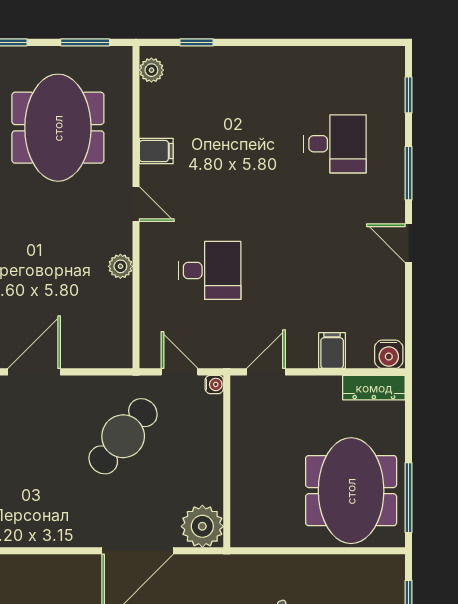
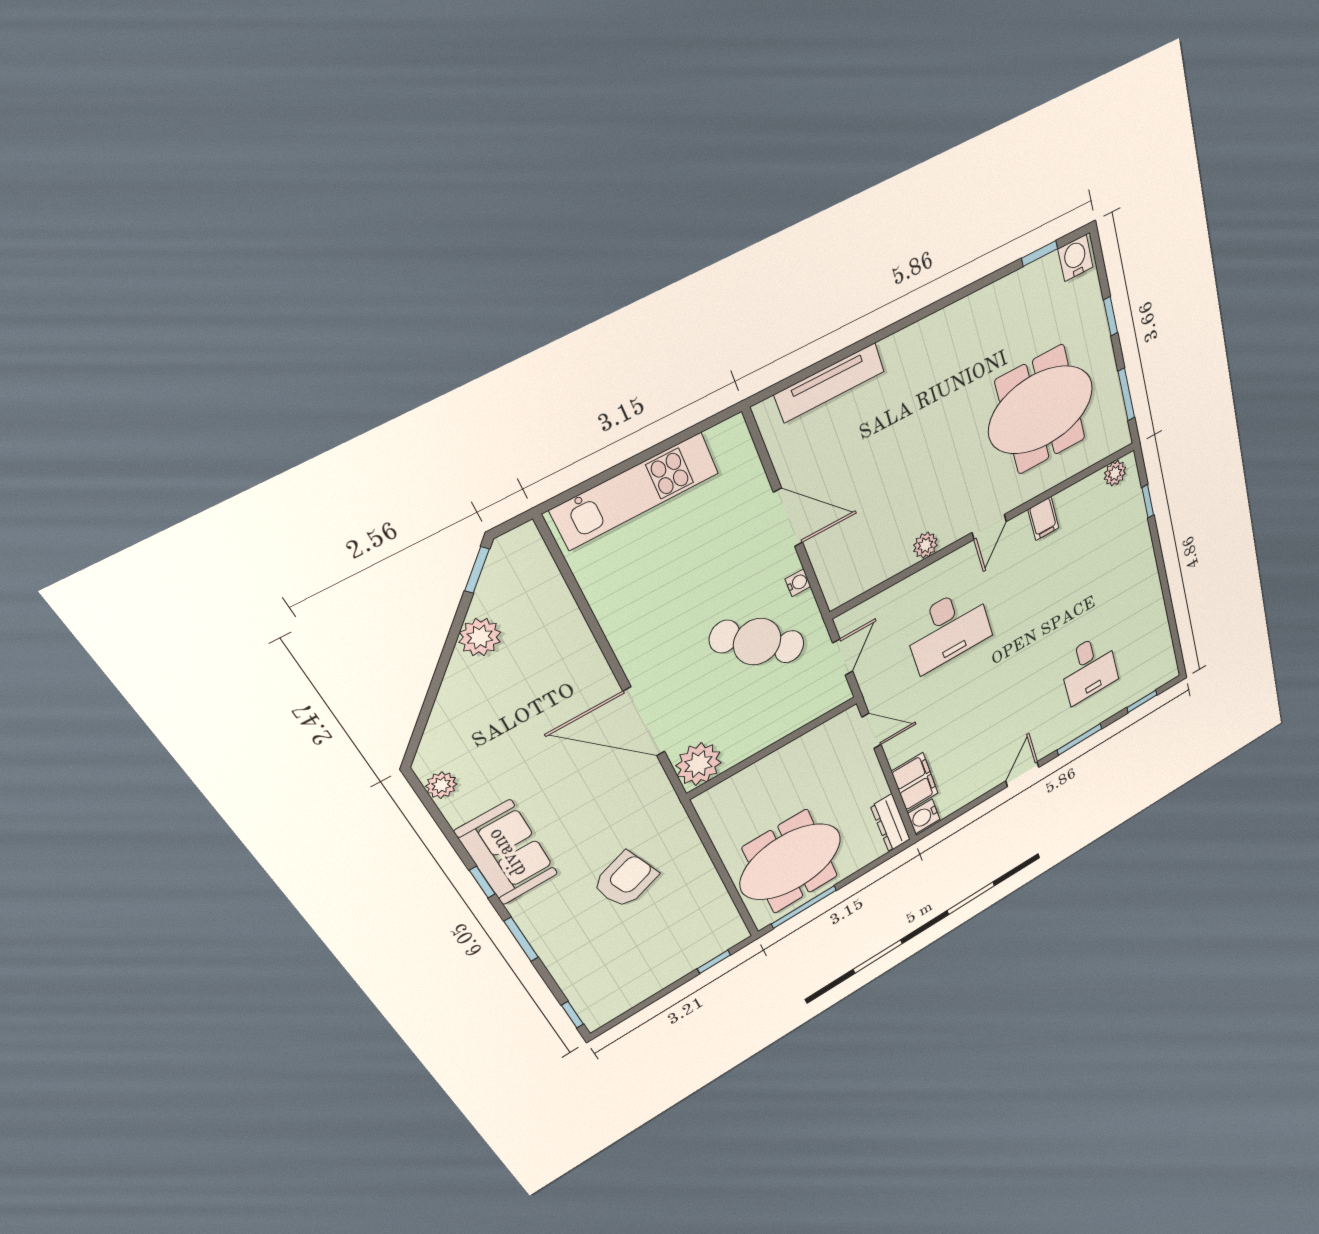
desk: (210, 270) -> (948, 629), width x1.37
filing cabinet: (332, 351) -> (915, 782), width x2.00
water cooler: (214, 384) -> (798, 583), moved, turned -90

